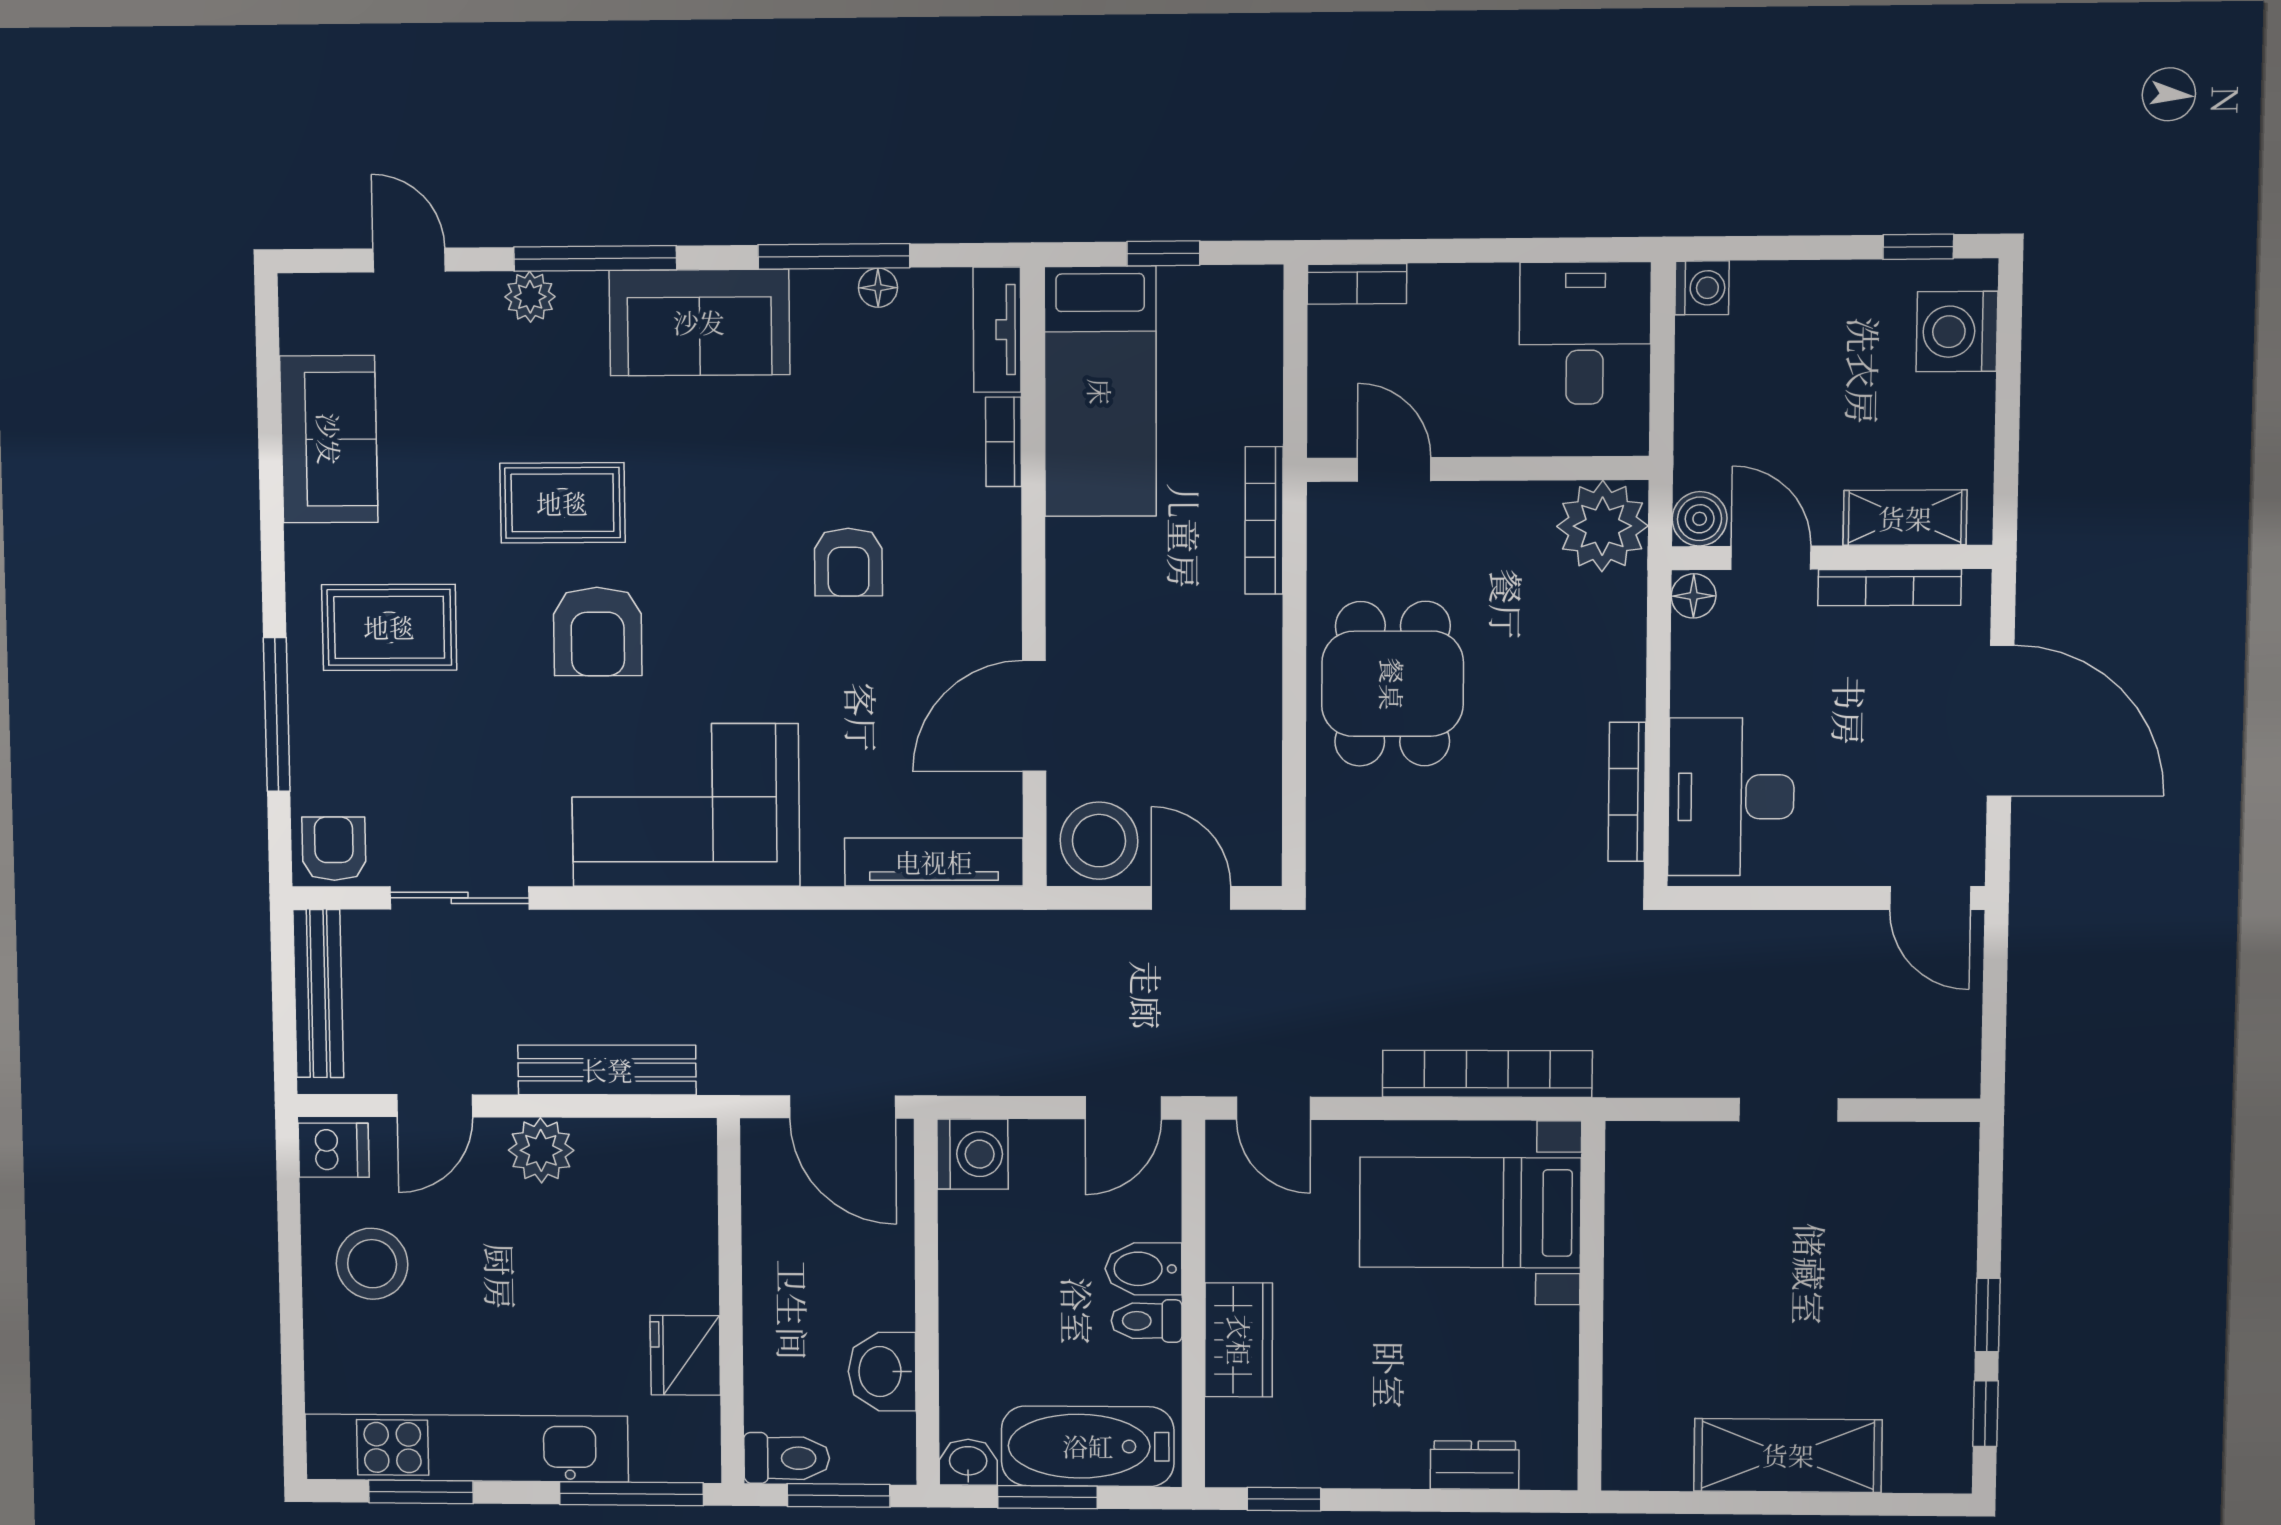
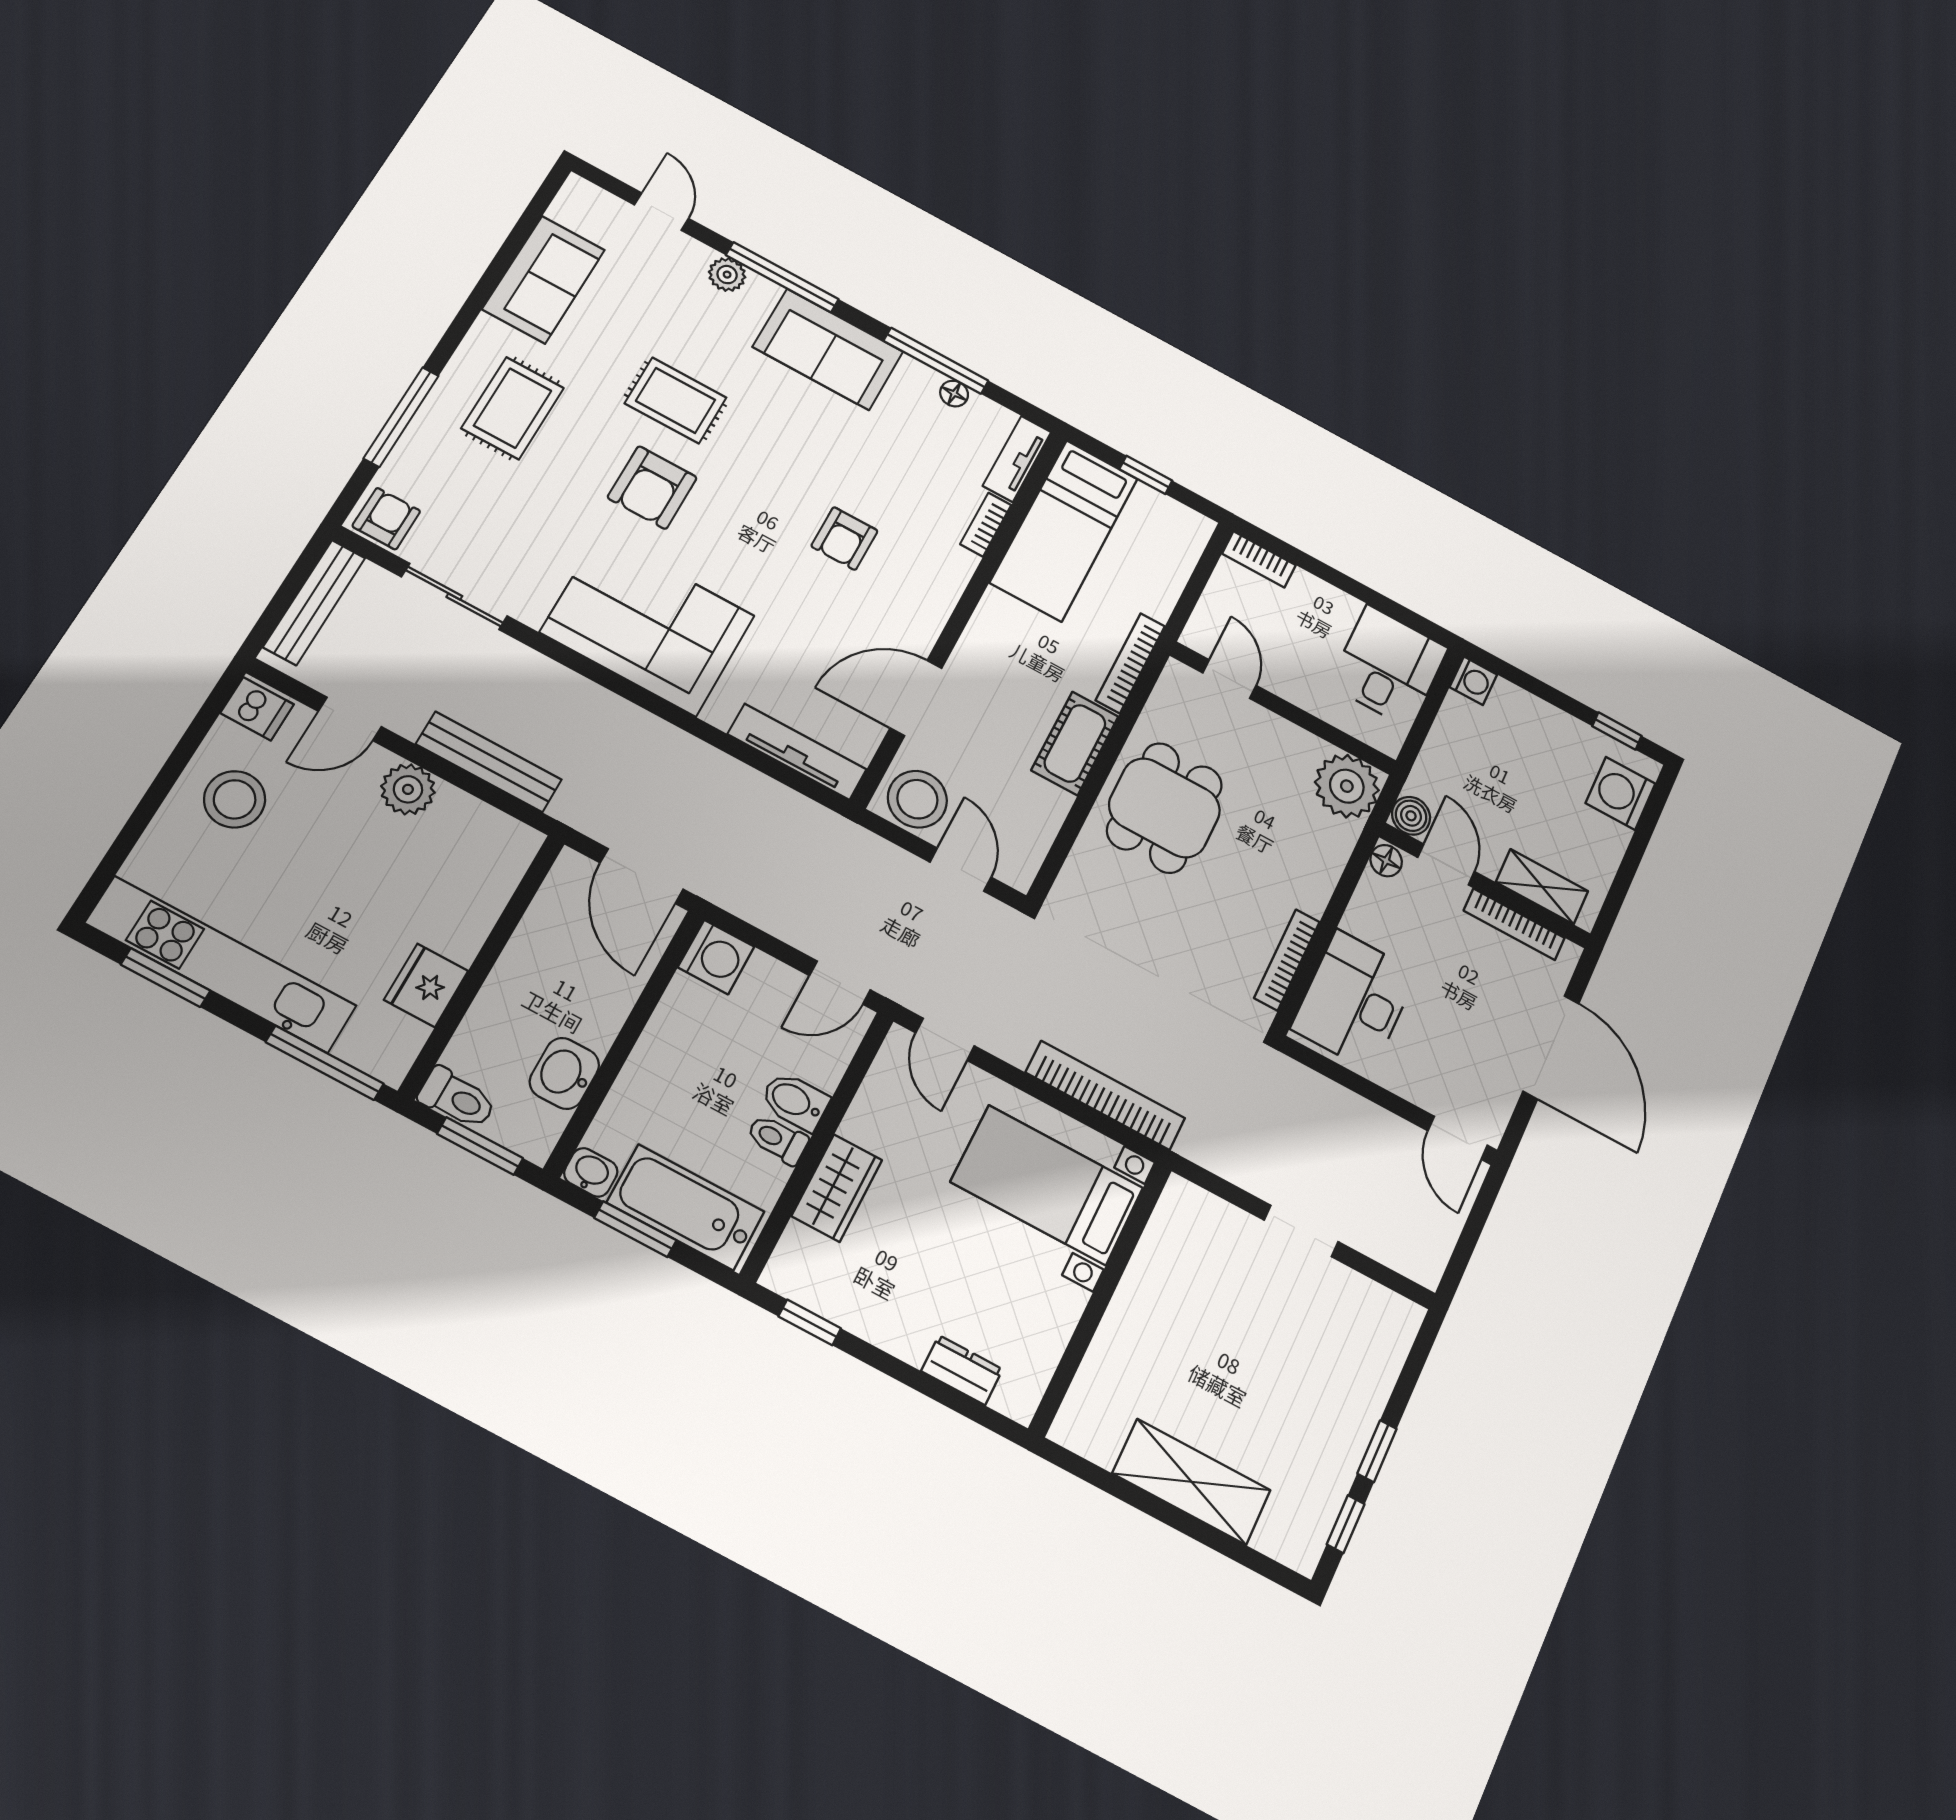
rug: (389, 627) -> (513, 408), turned 90
cot: (1247, 664) -> (1075, 743), added

